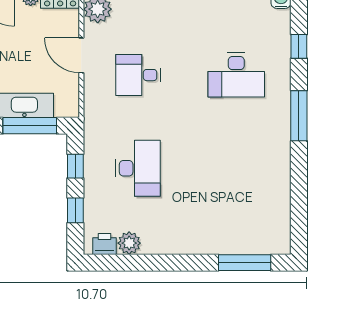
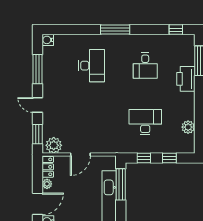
window: (299, 46) -> (176, 30), moved
desk: (138, 75) -> (145, 66), moved
printer: (104, 244) -> (186, 79), moved, width x1.87, depth x1.48

